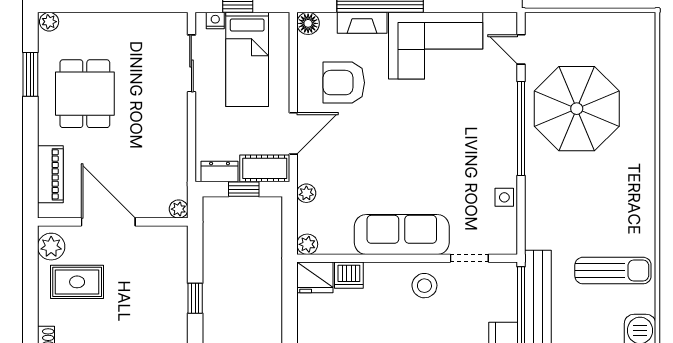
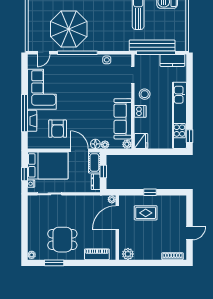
floor lamp: (308, 23) -> (95, 144), moved
bed: (247, 59) -> (48, 165), width x1.50
door: (108, 222) -> (117, 217), moved
sofa: (402, 235) -> (123, 119), moved
dishwasher: (349, 275) -> (140, 111), moved
rug: (77, 282) -> (146, 213), moved, turned 90

